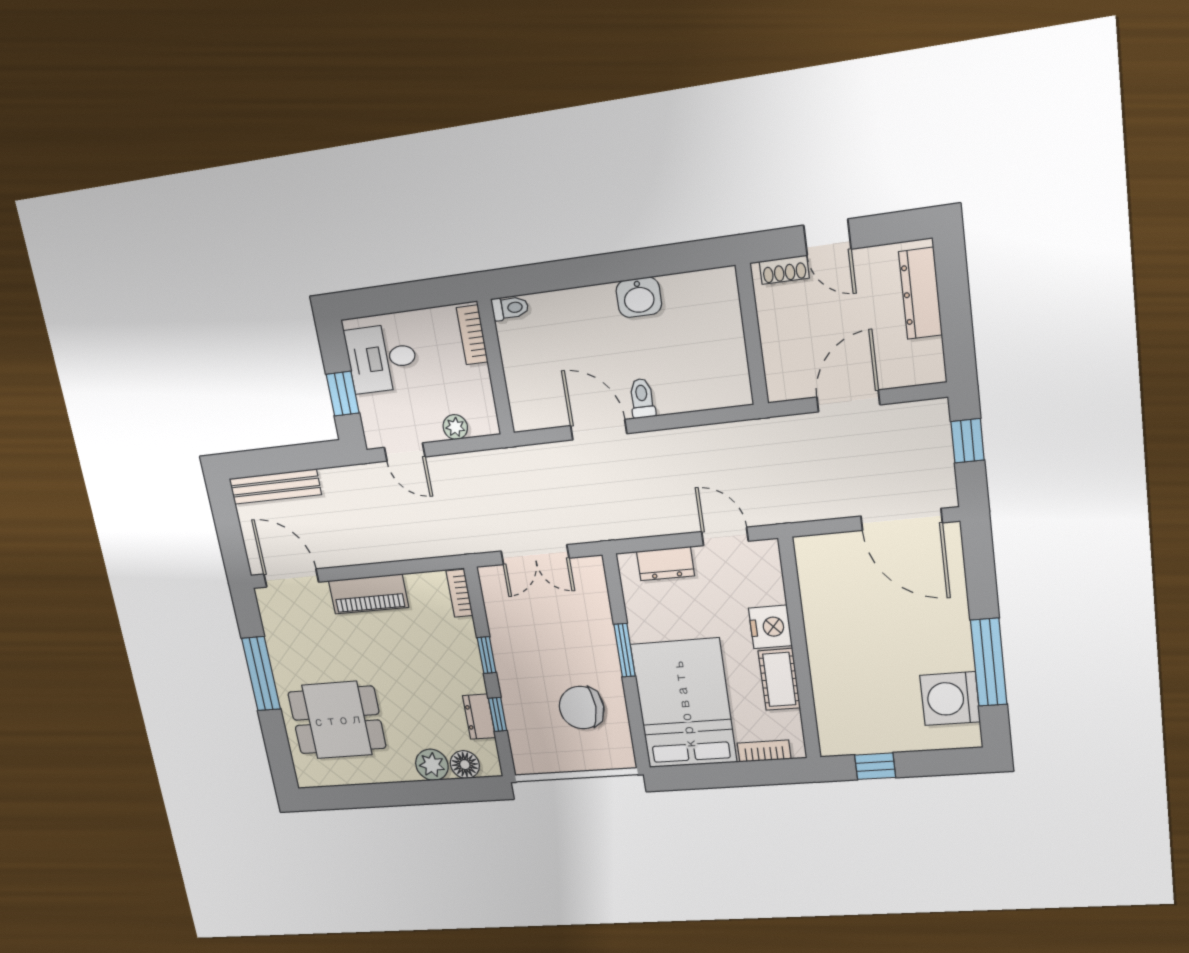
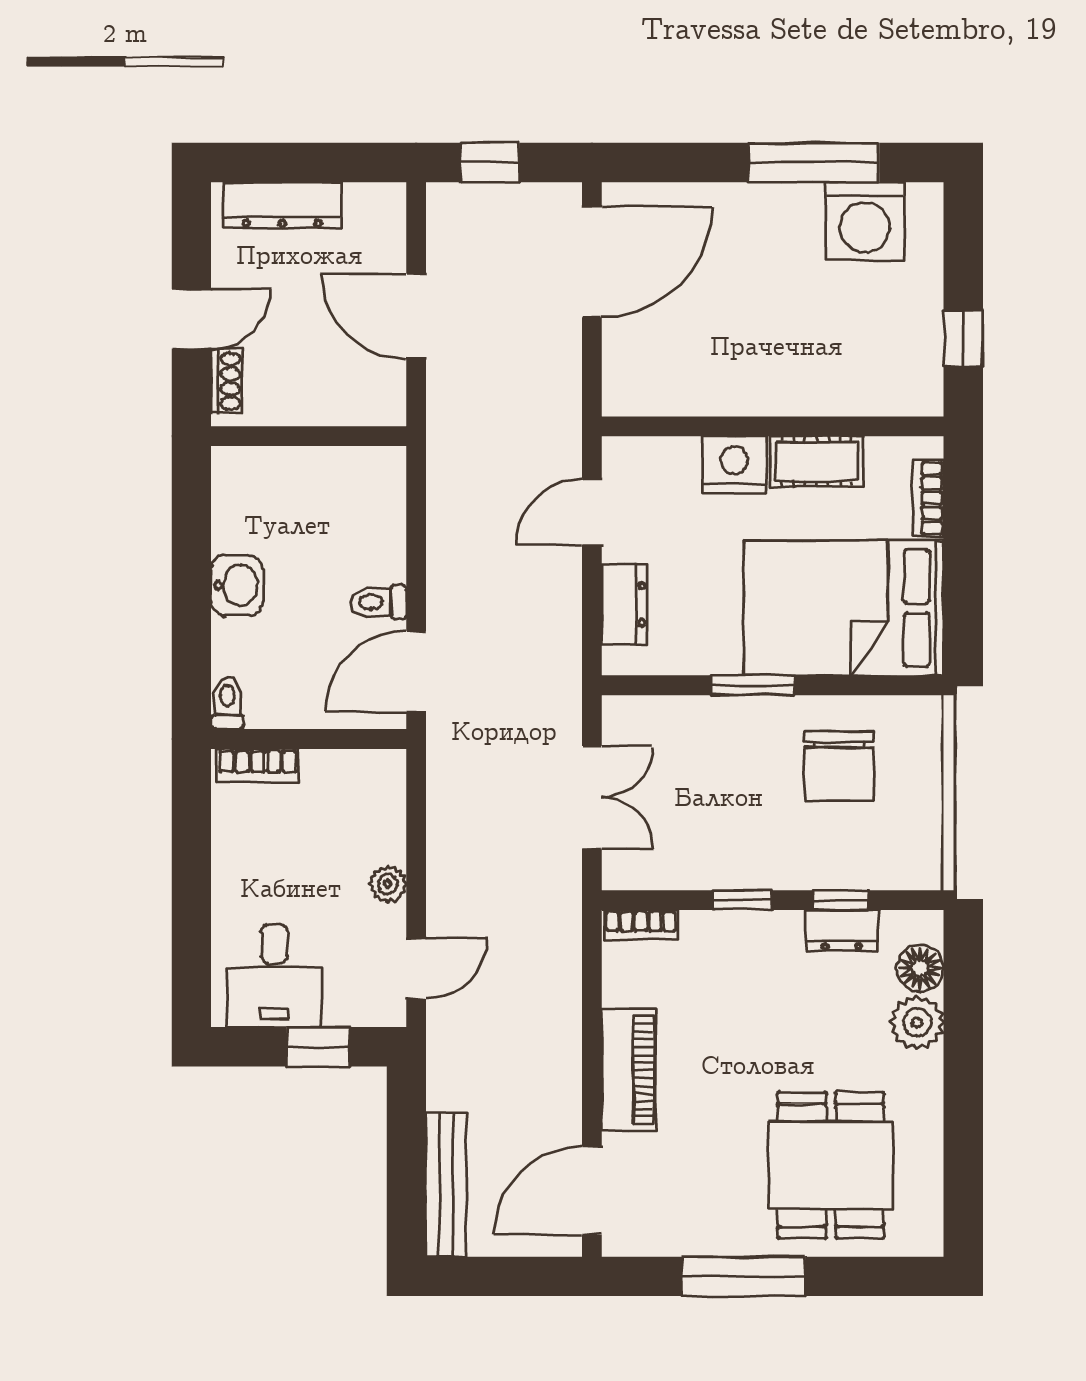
toilet: (510, 308) -> (227, 703), moved
bookcase: (472, 335) -> (258, 765), moved
wall: (496, 367) -> (309, 739), moved

